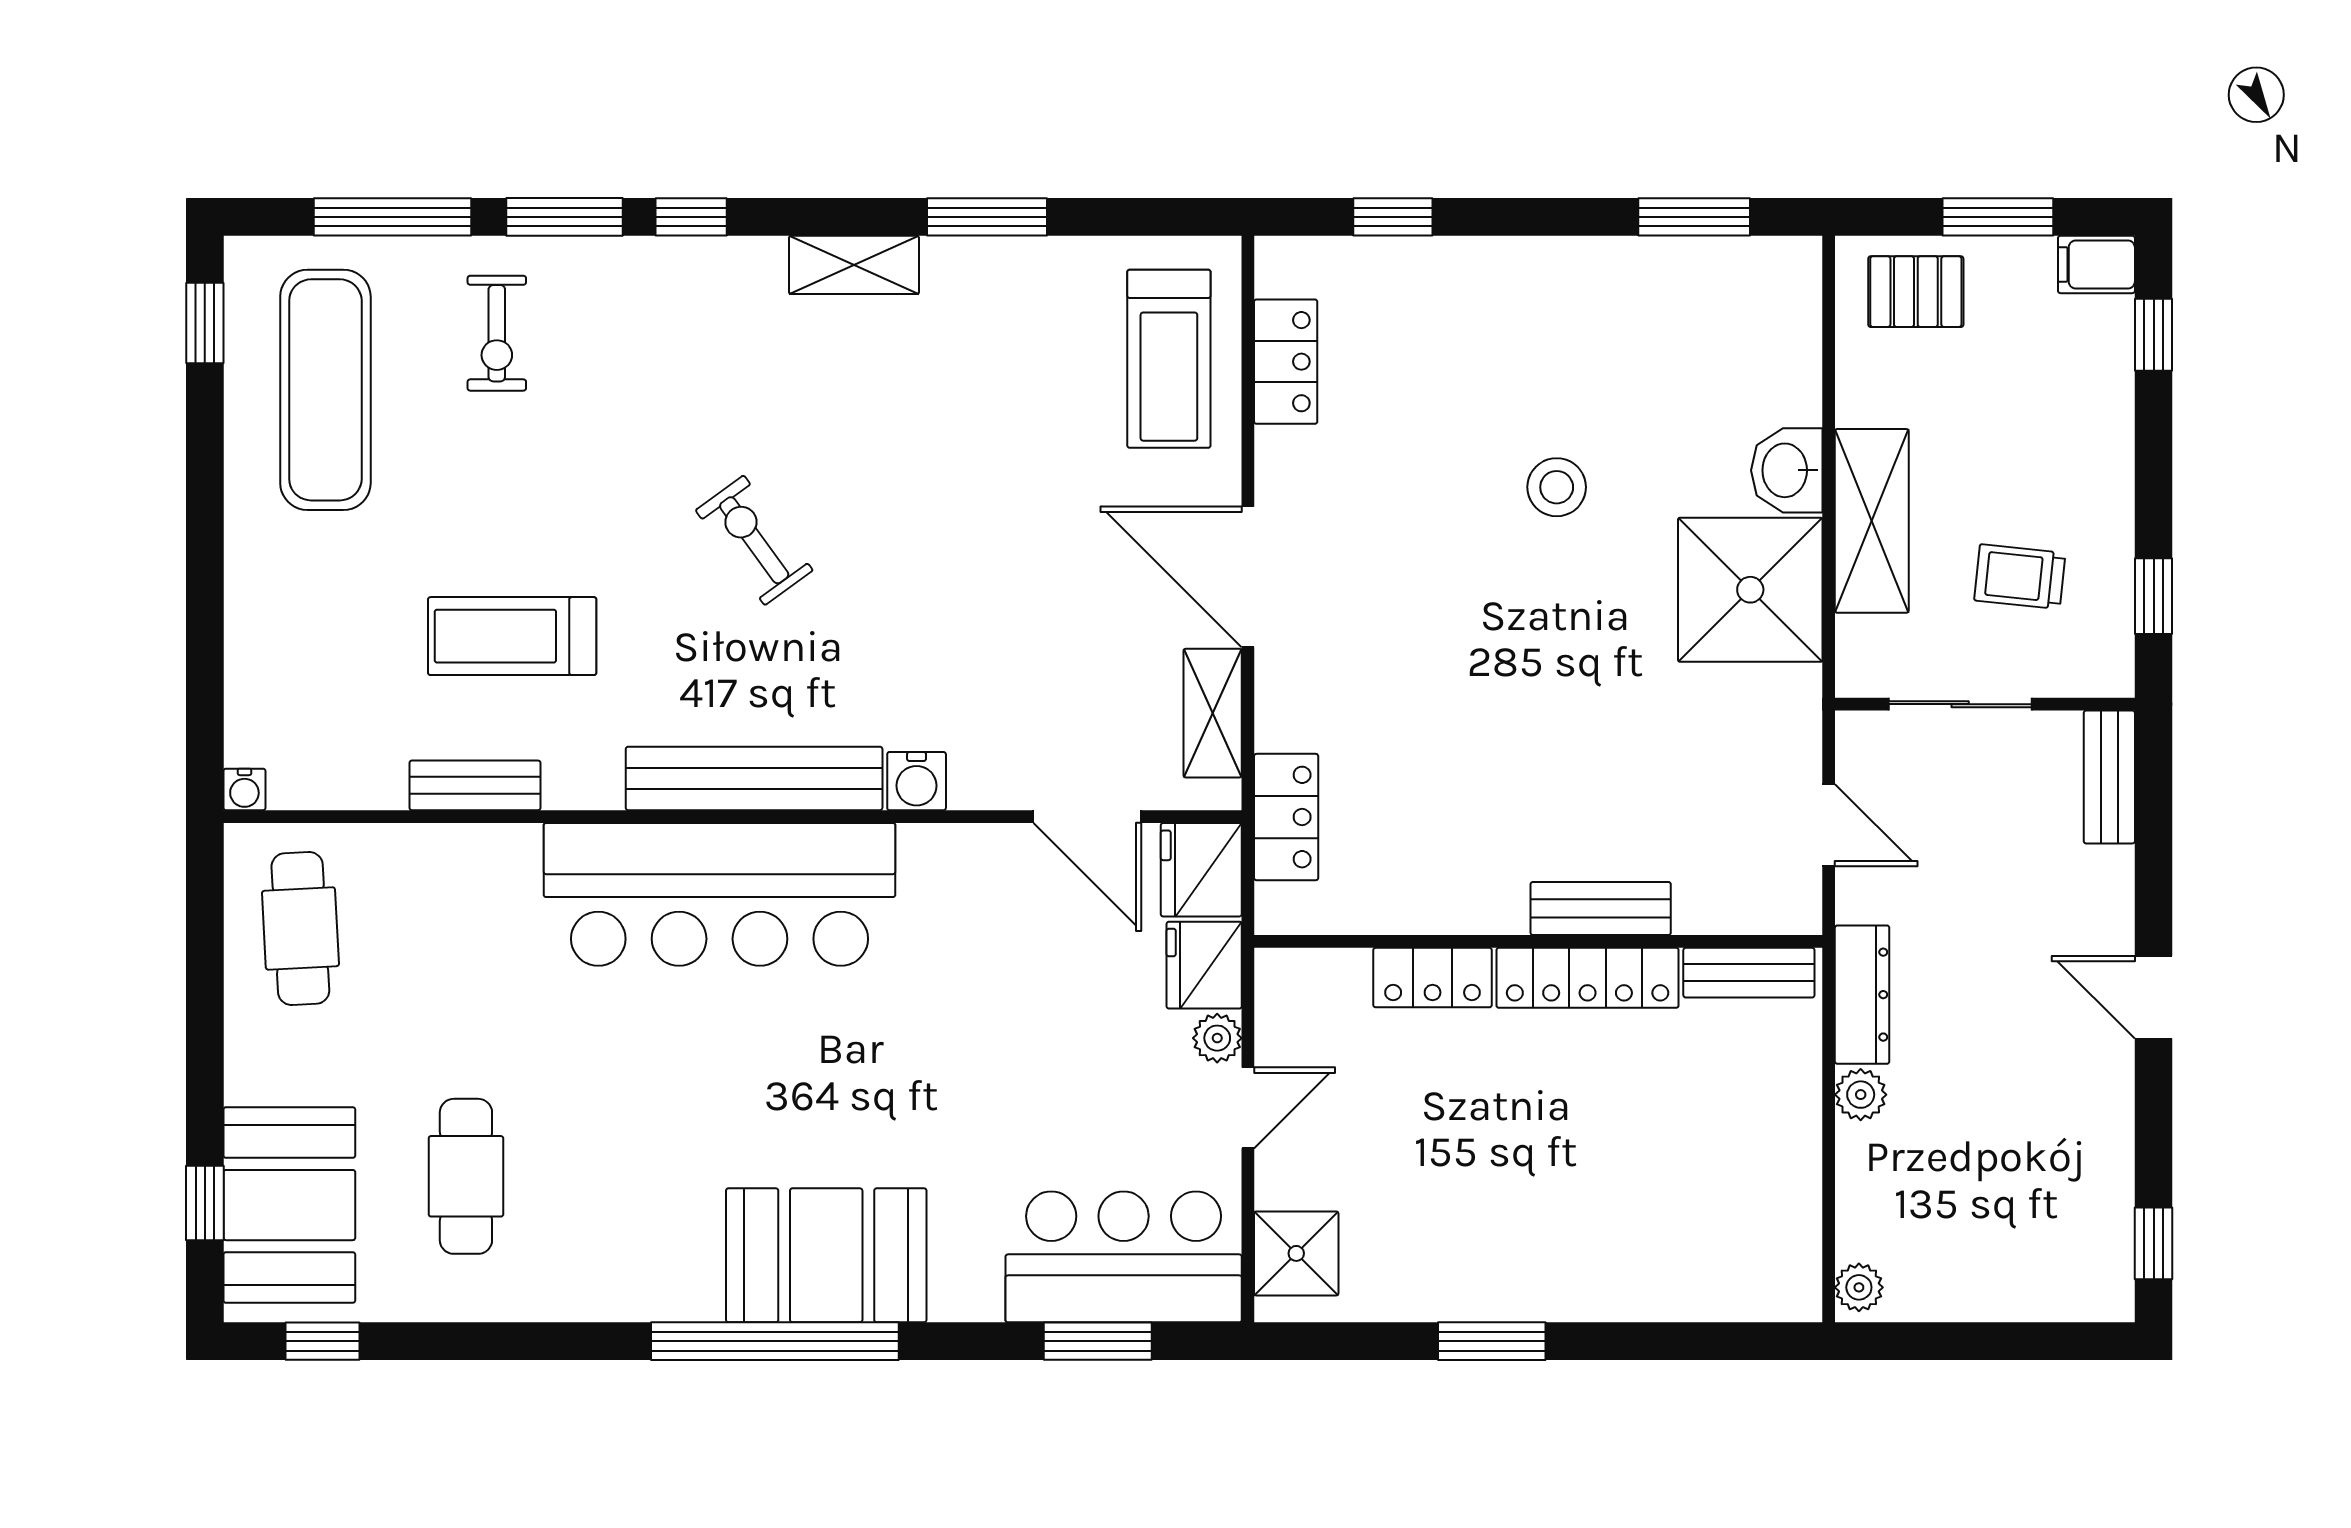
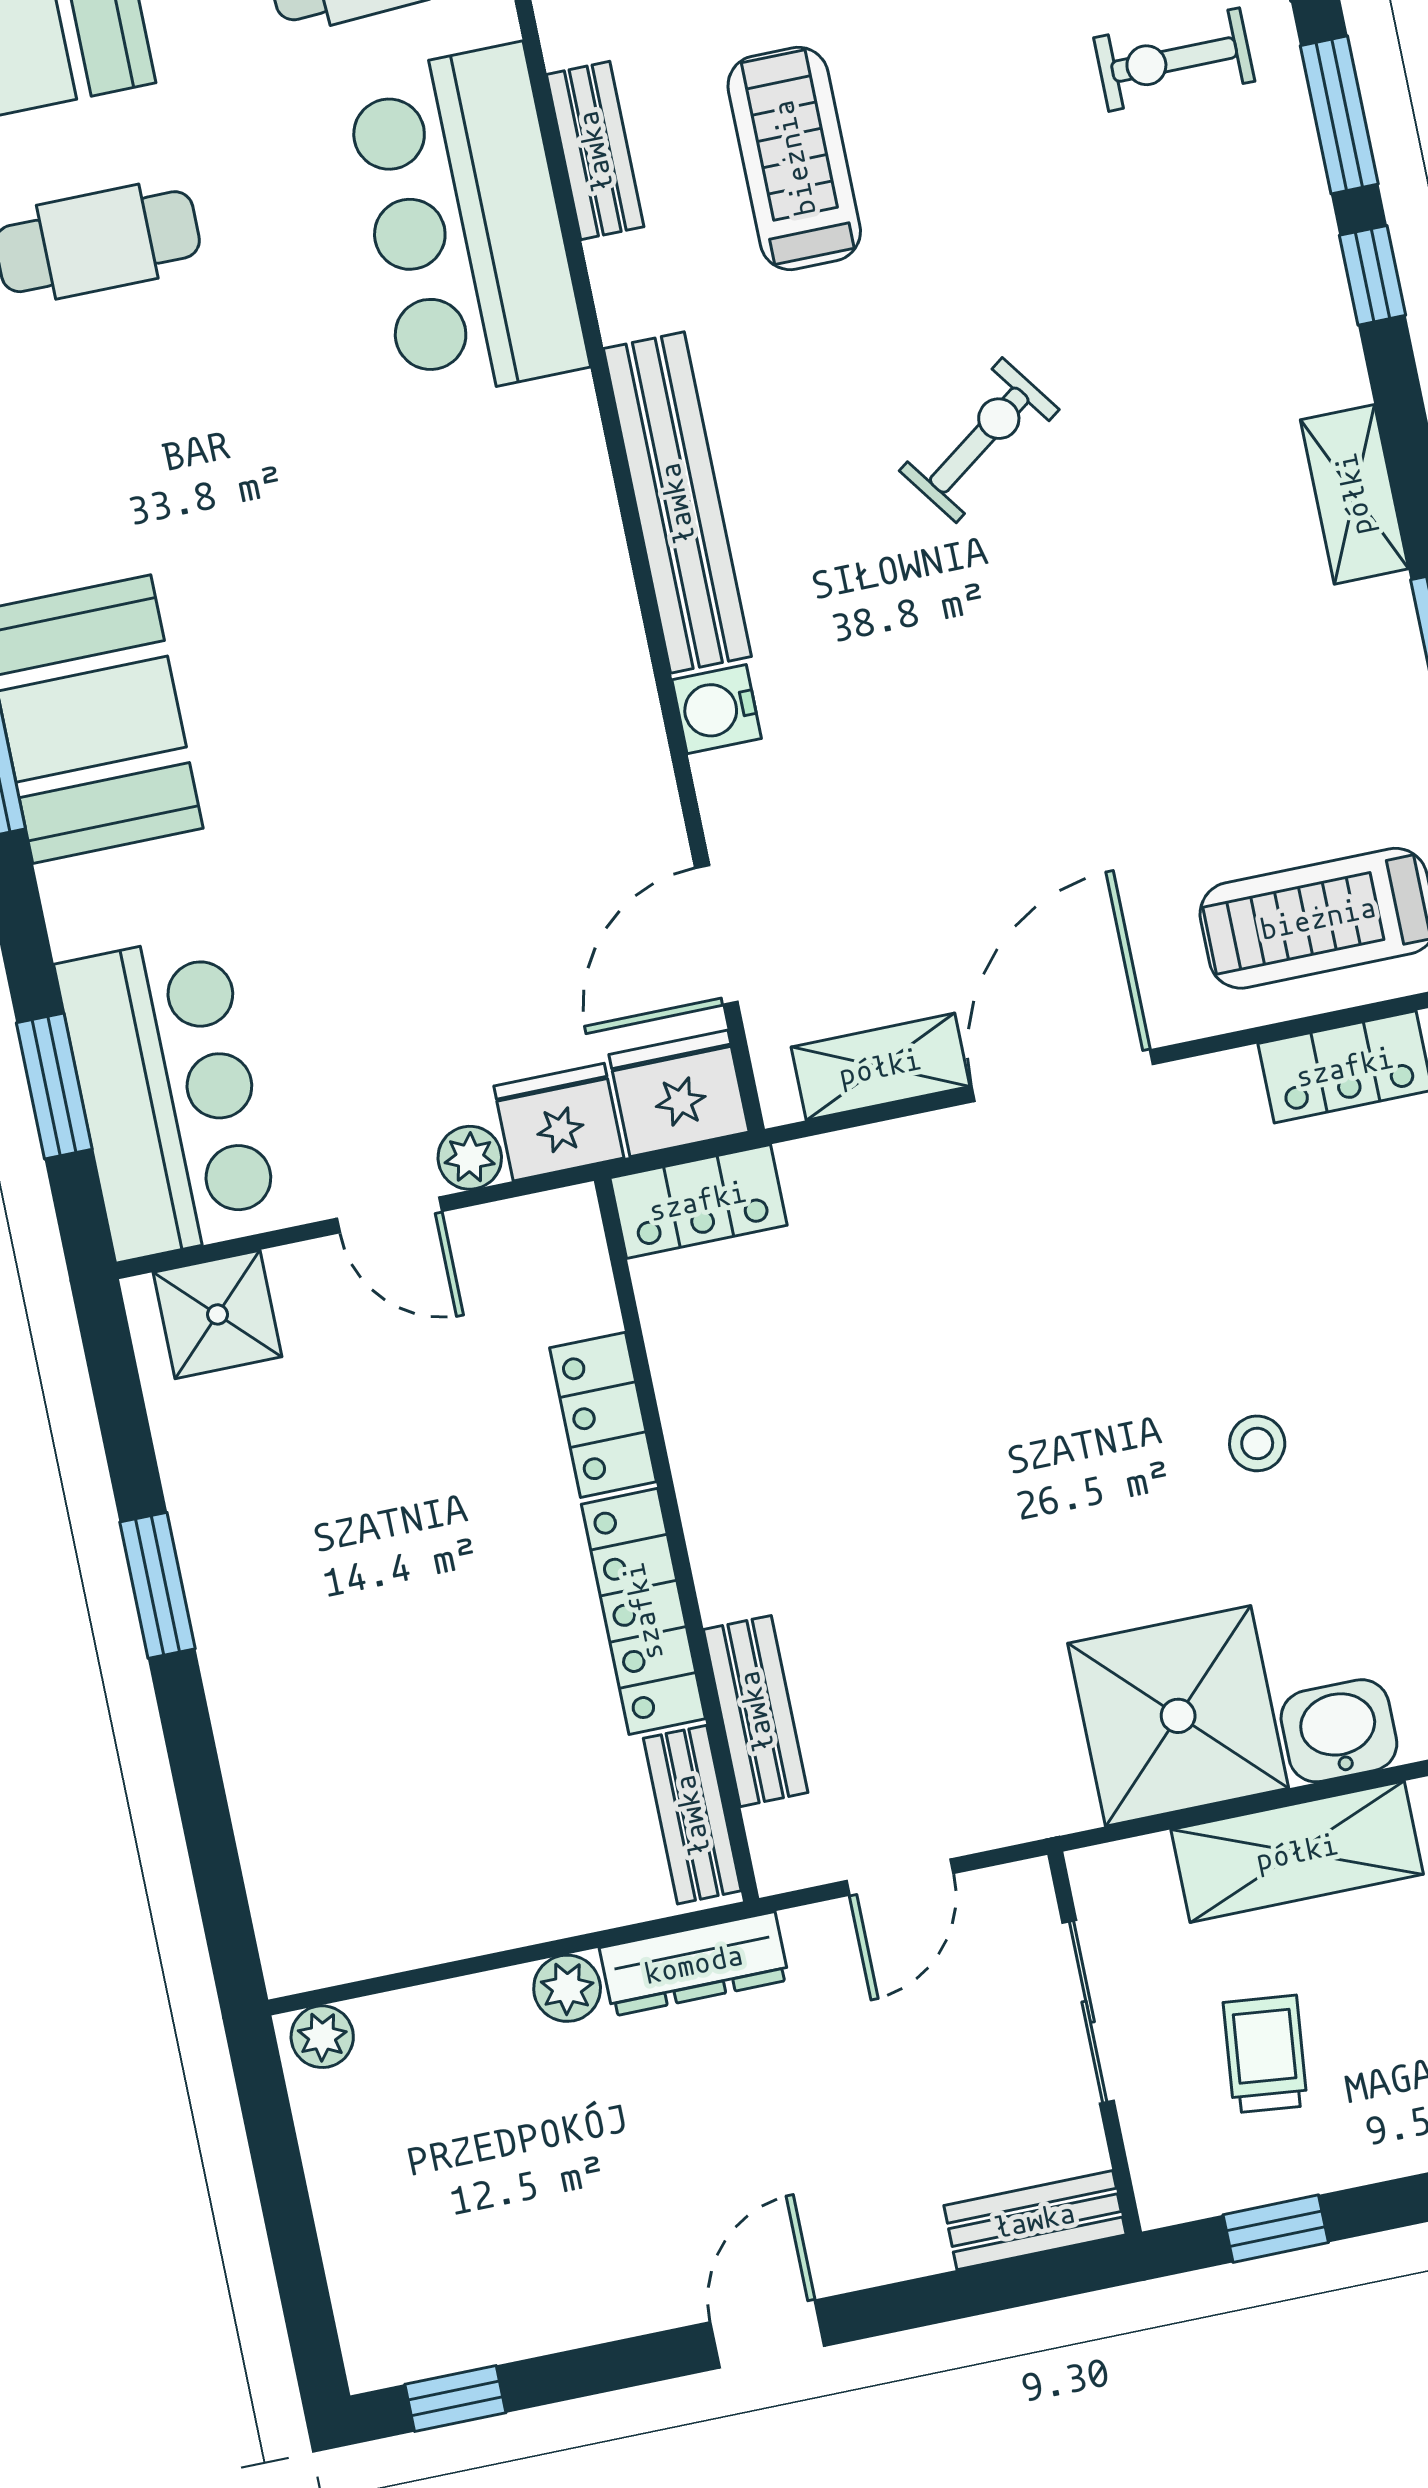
stool: (1557, 487) -> (1257, 1443), width x0.73, depth x0.73
locker: (1286, 817) -> (698, 1201), moved
bar counter: (719, 894) -> (466, 223), moved, width x0.73
bench: (1601, 908) -> (756, 1711), moved

